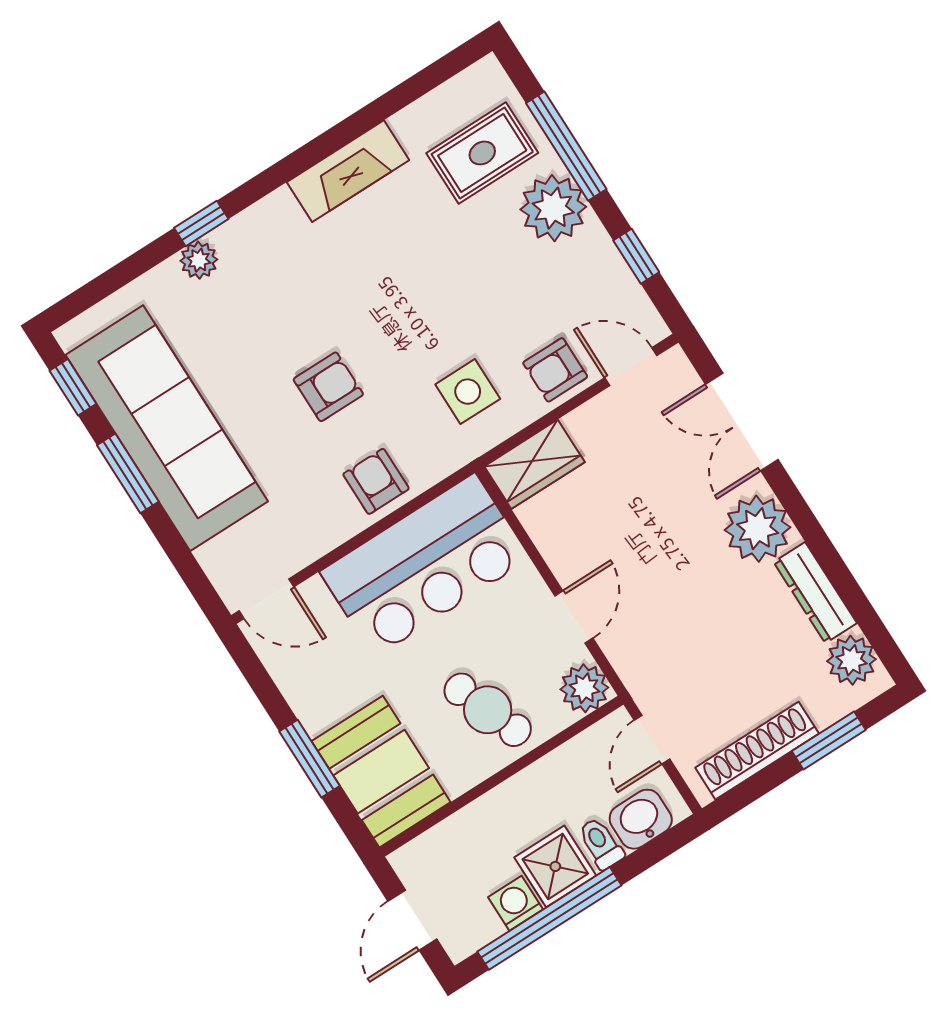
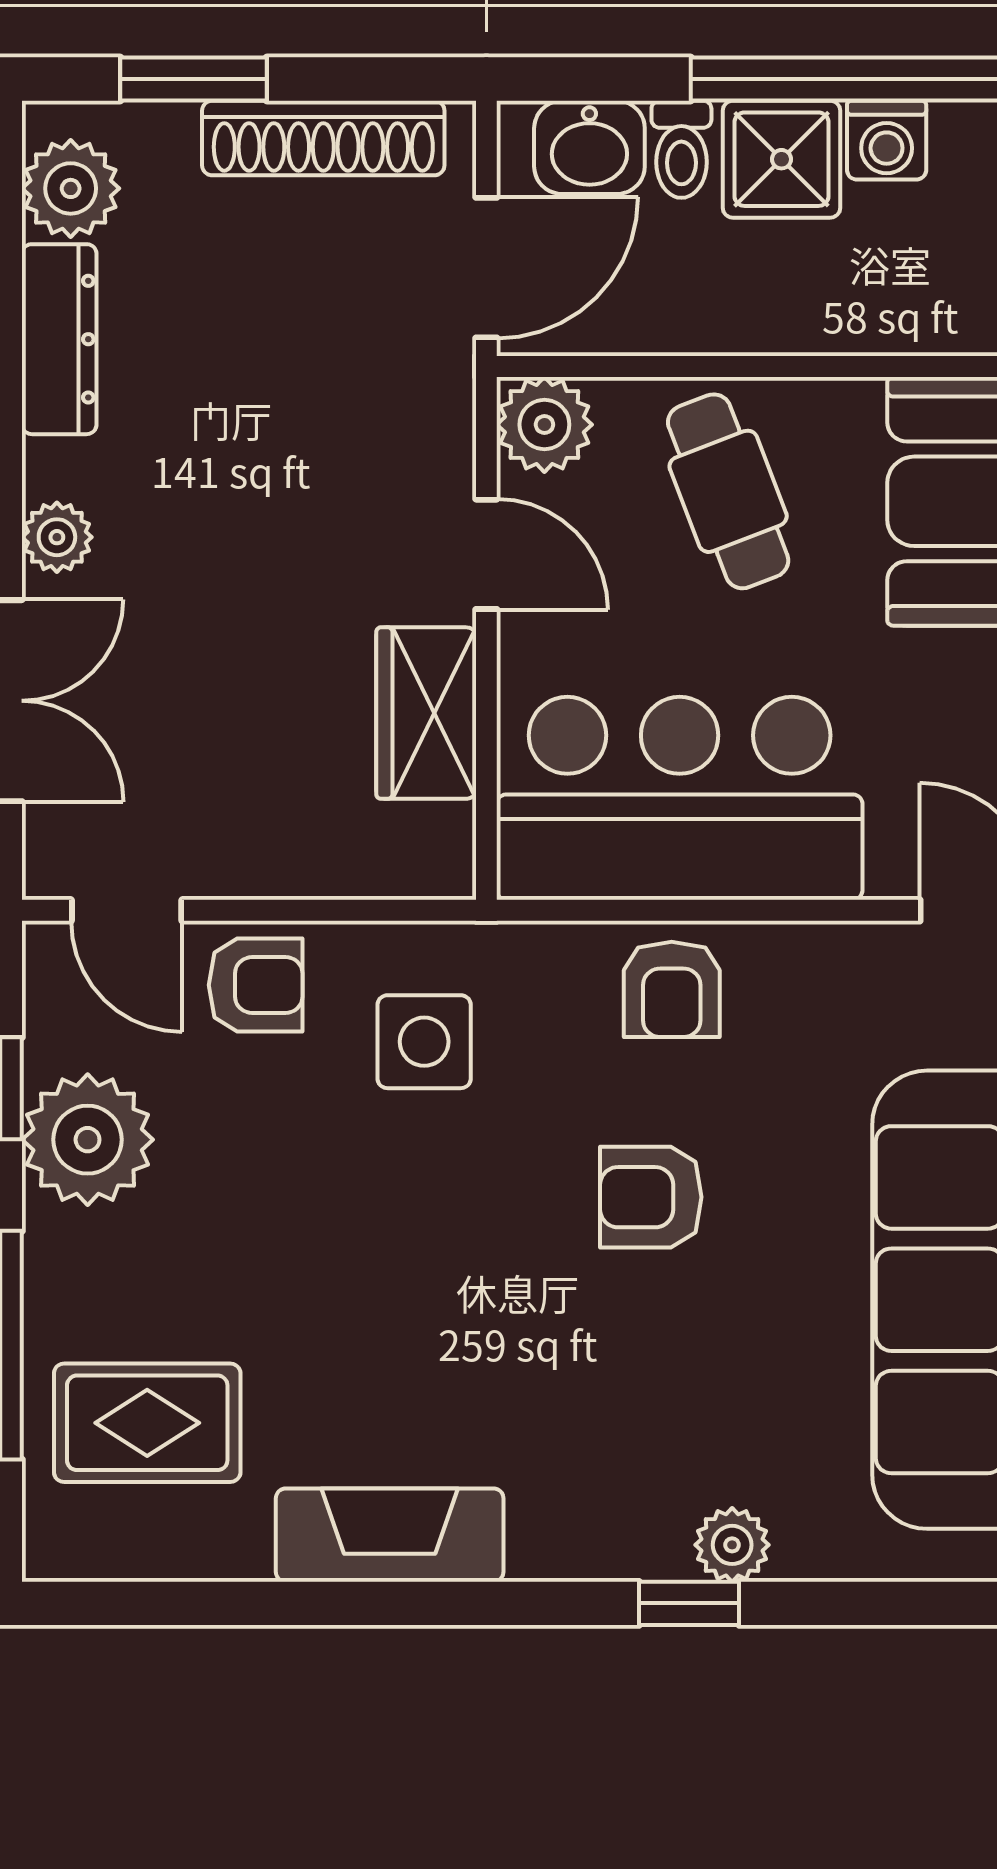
plant: (553, 208) -> (88, 1140), moved
wardrobe: (534, 464) -> (426, 713), moved, turned -90
plant: (758, 529) -> (57, 537), width x0.53, depth x0.53
door: (574, 617) -> (486, 554), swing flipped
door: (652, 740) -> (486, 268), width x1.38

